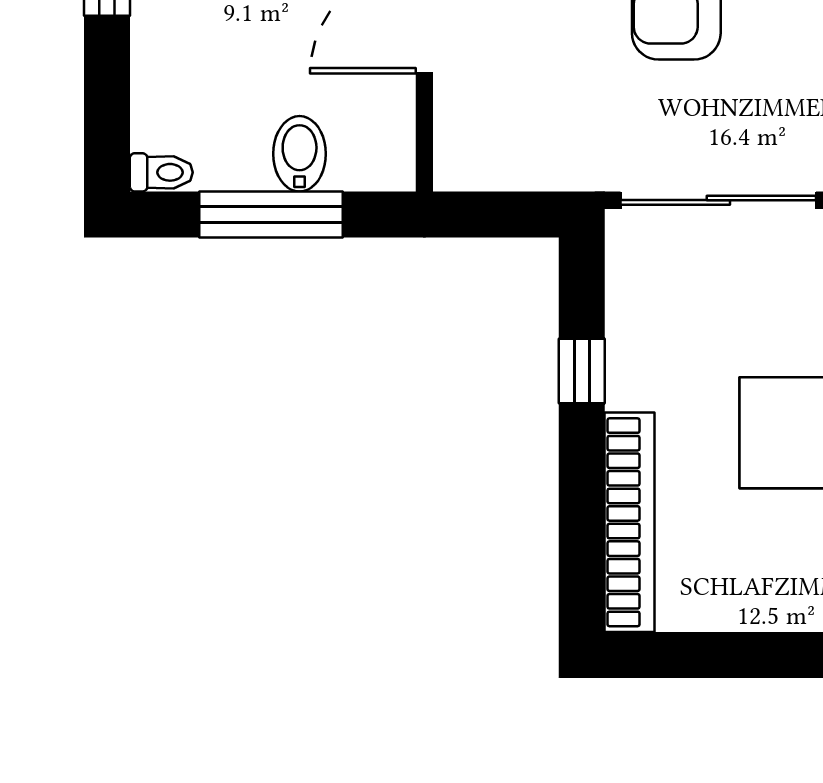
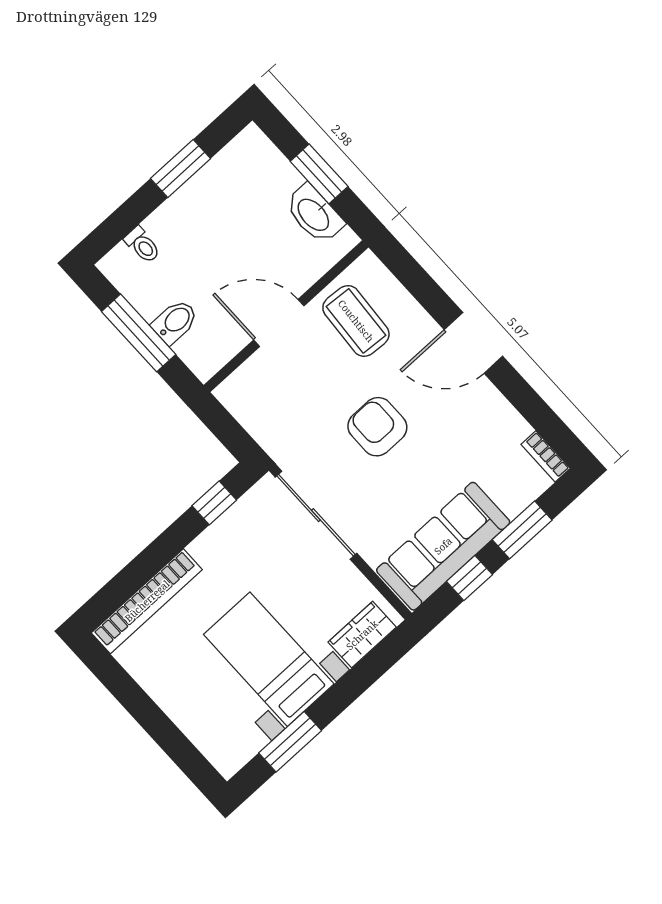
toilet: (161, 172) -> (142, 245), moved
window: (582, 371) -> (214, 503), moved

